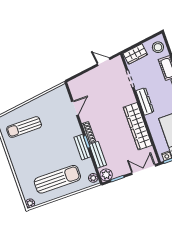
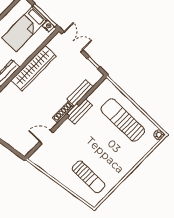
double door: (144, 169) -> (72, 42), swing flipped
plant: (106, 175) -> (95, 75), removed
plant: (93, 178) -> (104, 86), removed

